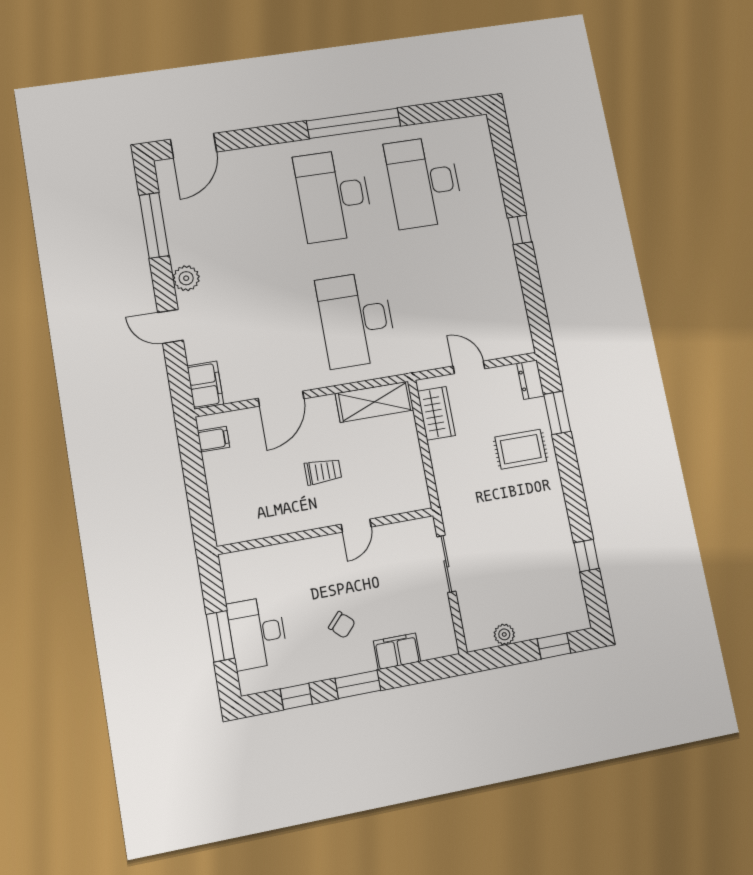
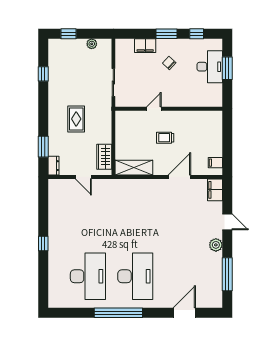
door: (194, 146) -> (184, 313), moved
desk: (356, 319) -> (135, 211), removed
rug: (521, 449) -> (76, 119), moved, turned 90

